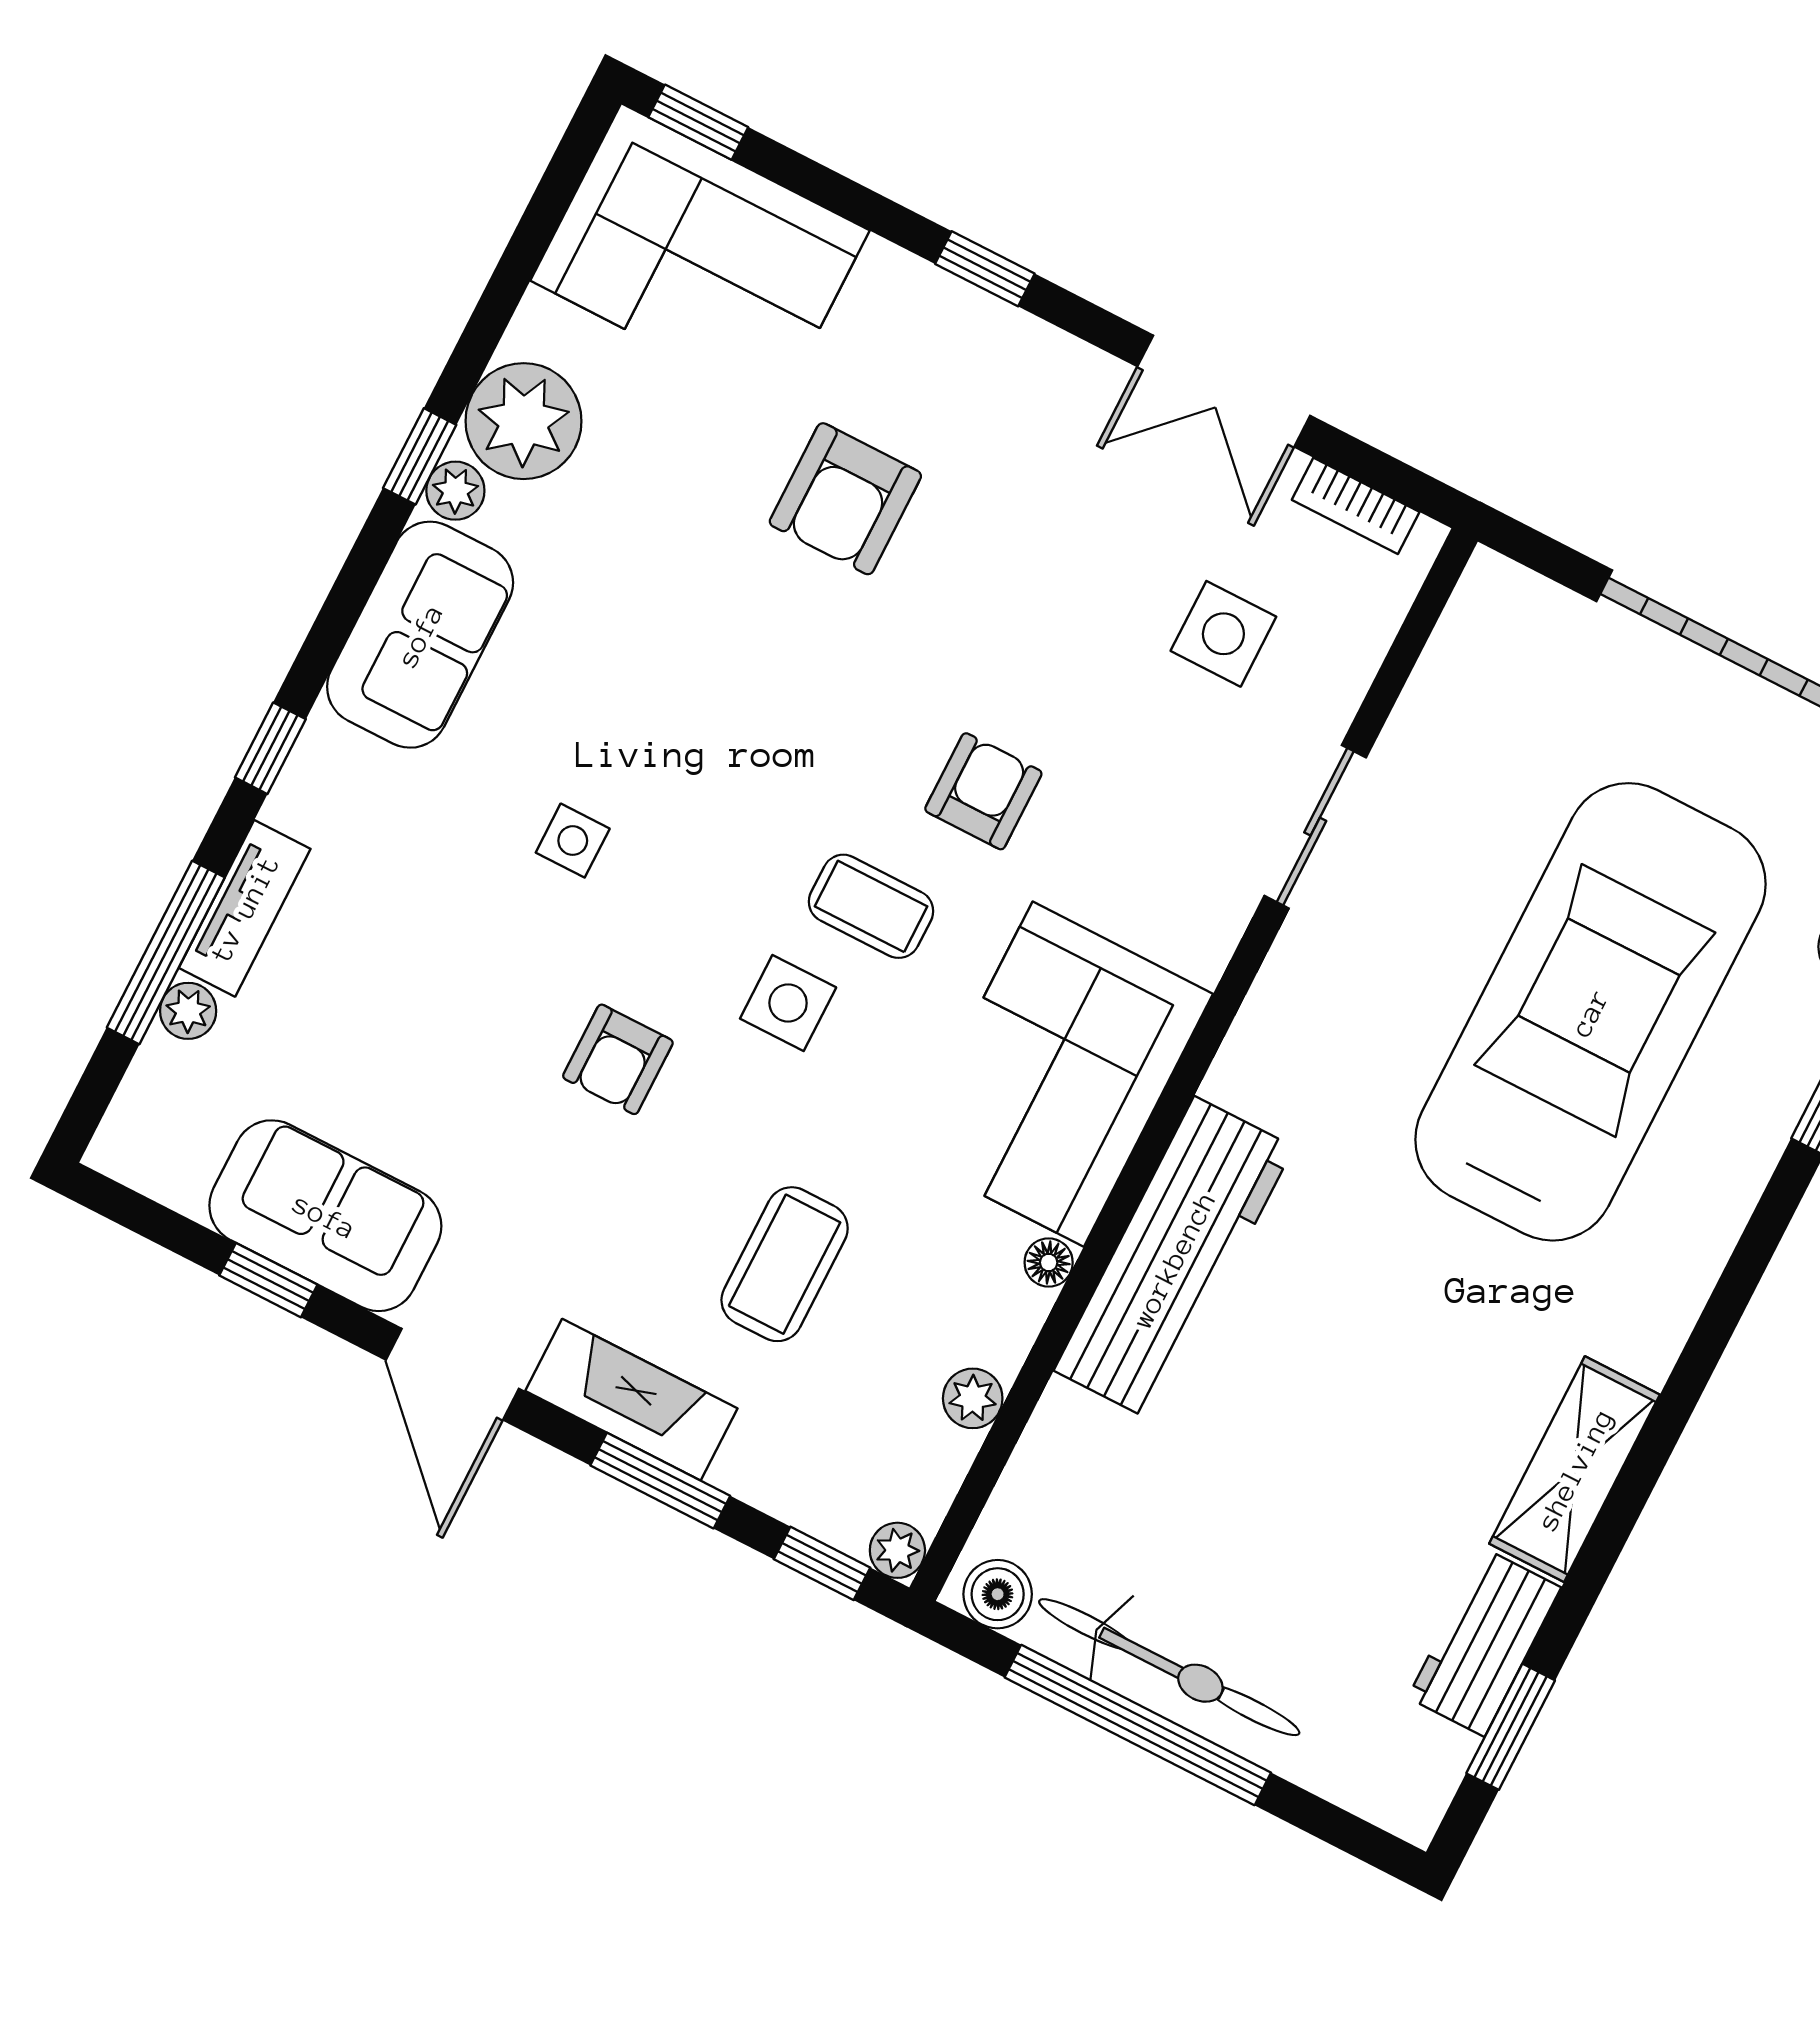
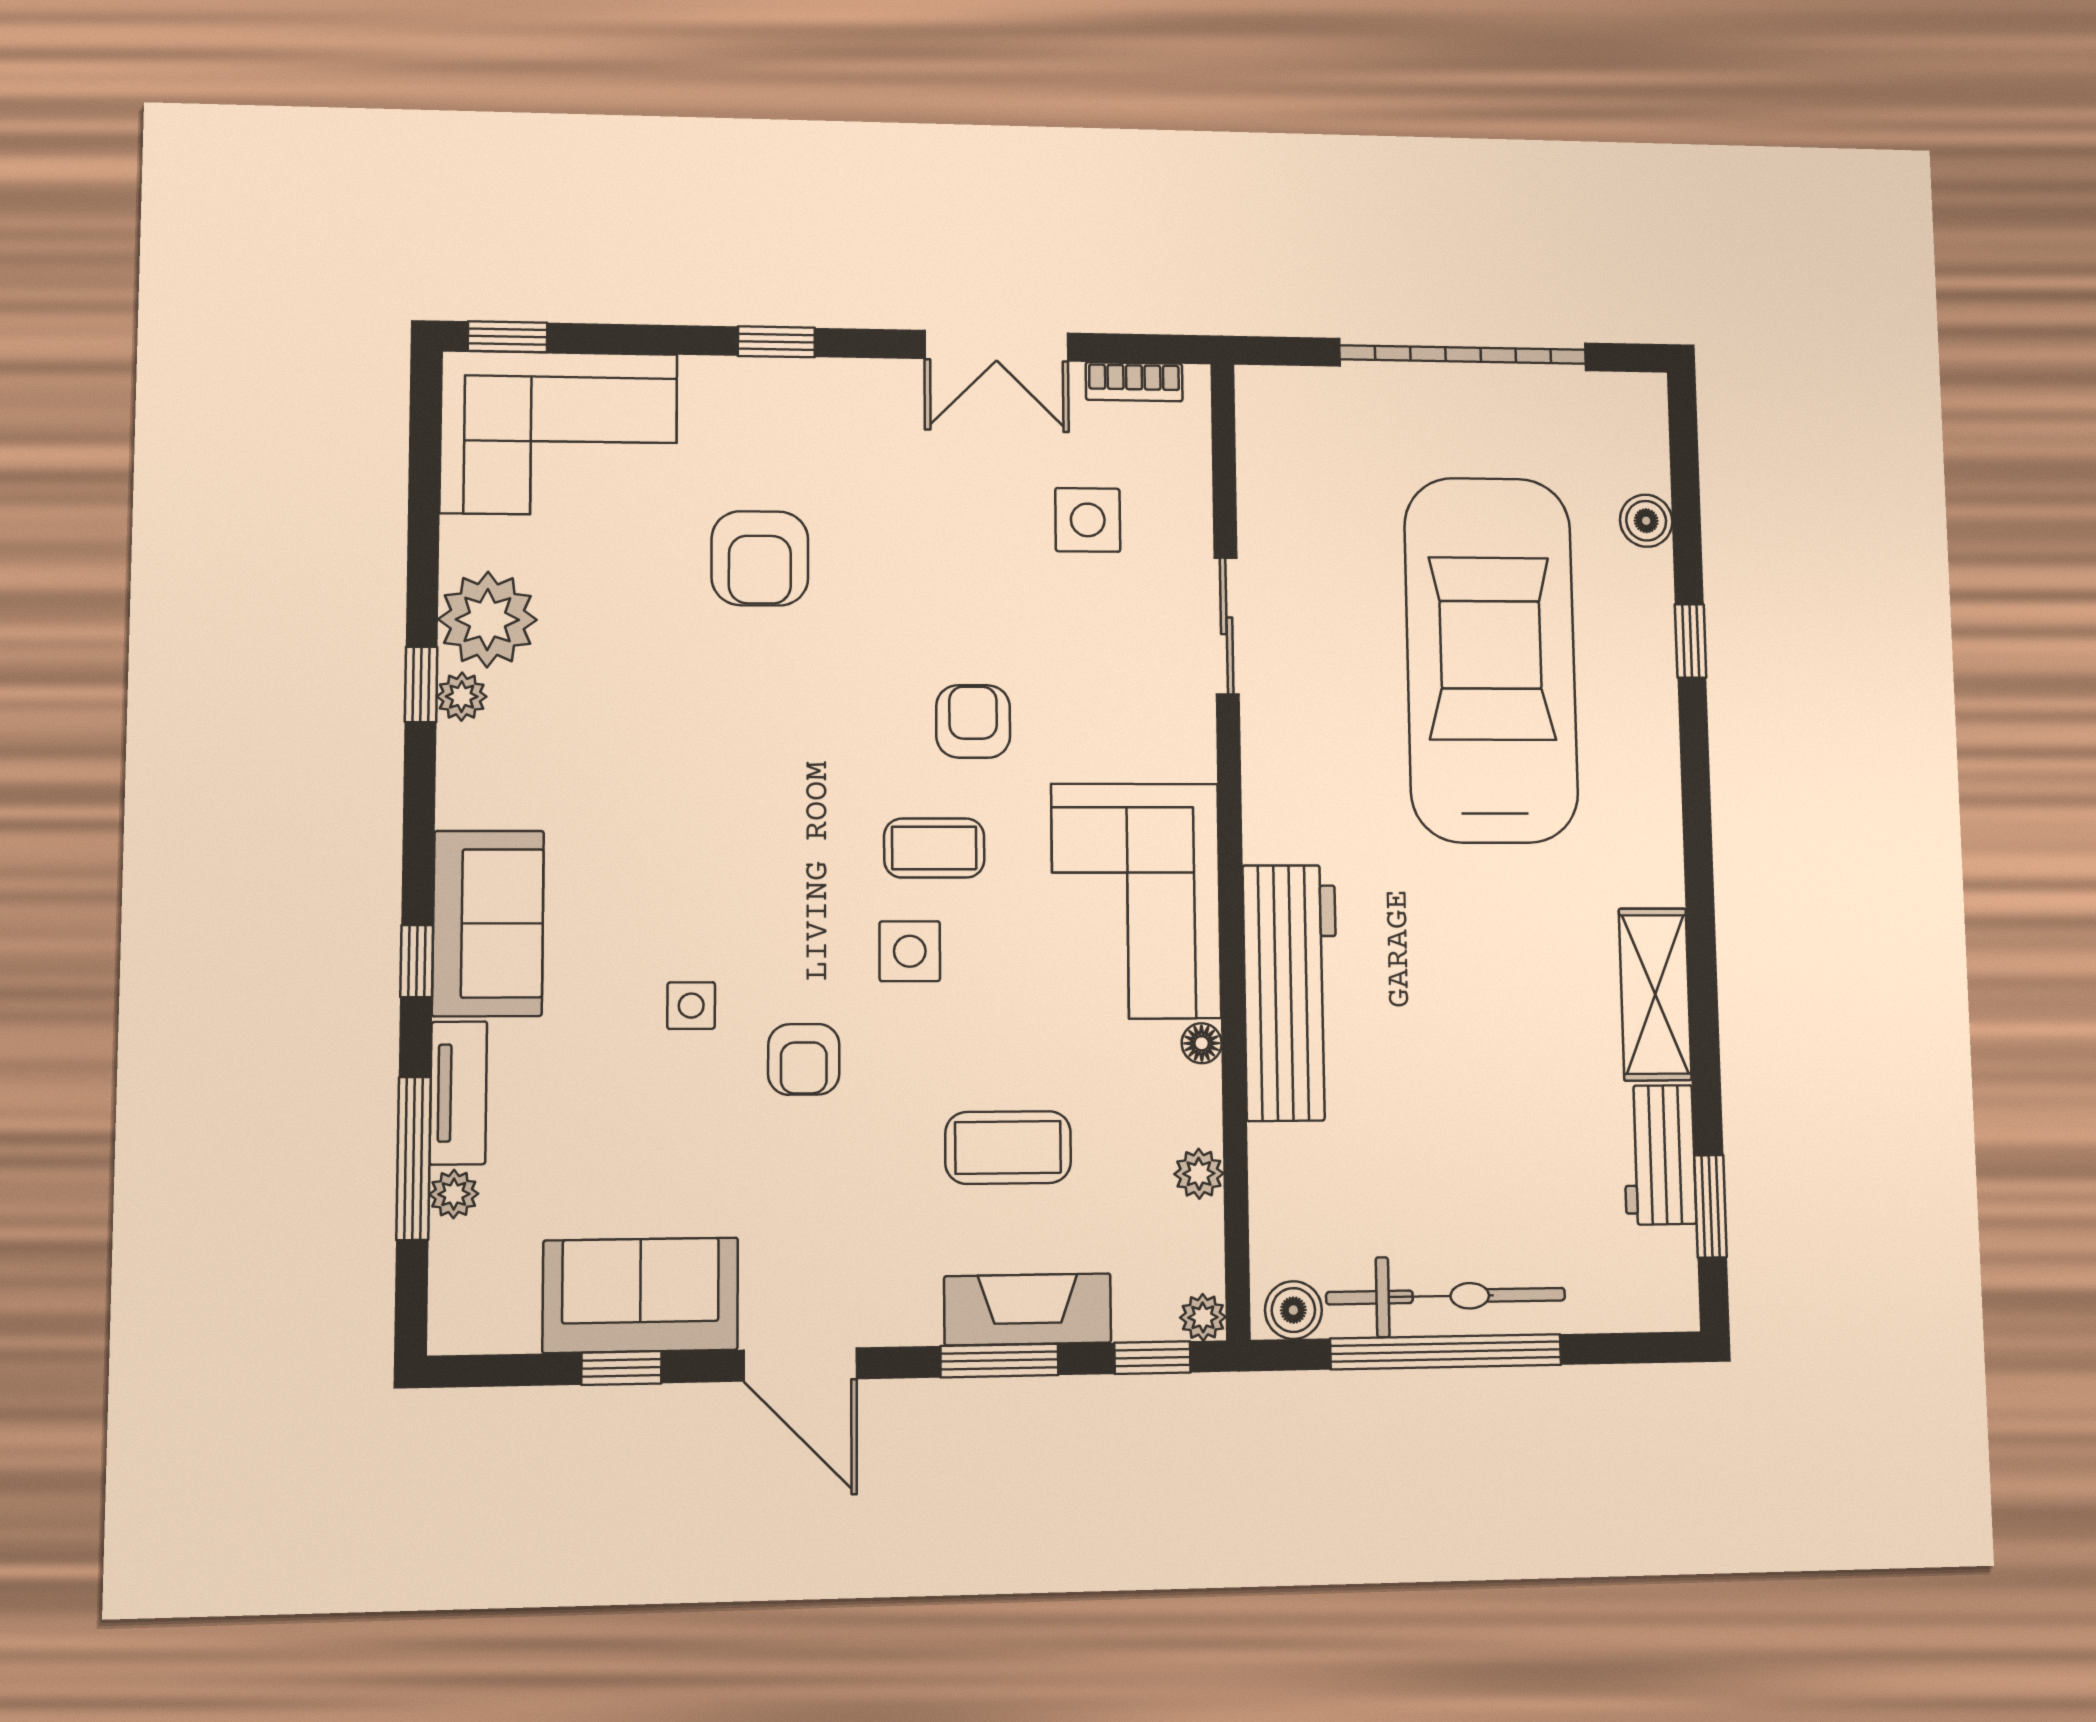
sofa: (420, 635) -> (488, 923), moved
side table: (573, 841) -> (691, 1006), moved
coffee table: (785, 1264) -> (1008, 1147), turned 90
fireplace: (631, 1400) -> (1028, 1309), moved

